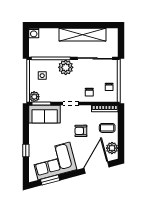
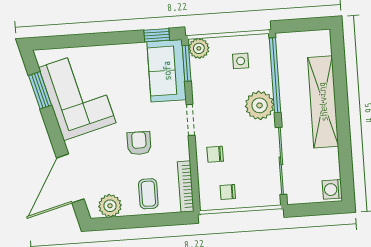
washing machine: (34, 33) -> (332, 189), moved
shelving: (82, 35) -> (323, 102), moved
window: (26, 151) -> (157, 35), moved
door: (97, 168) -> (70, 178), swing flipped

